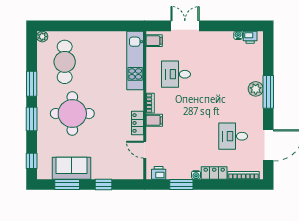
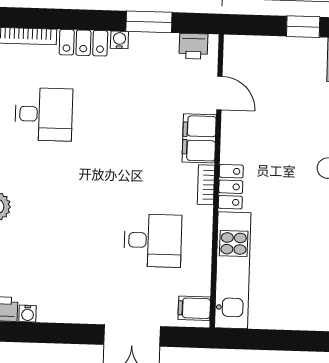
filing cabinet: (154, 120) -> (199, 138), width x2.00
locker: (137, 123) -> (231, 187), moved

